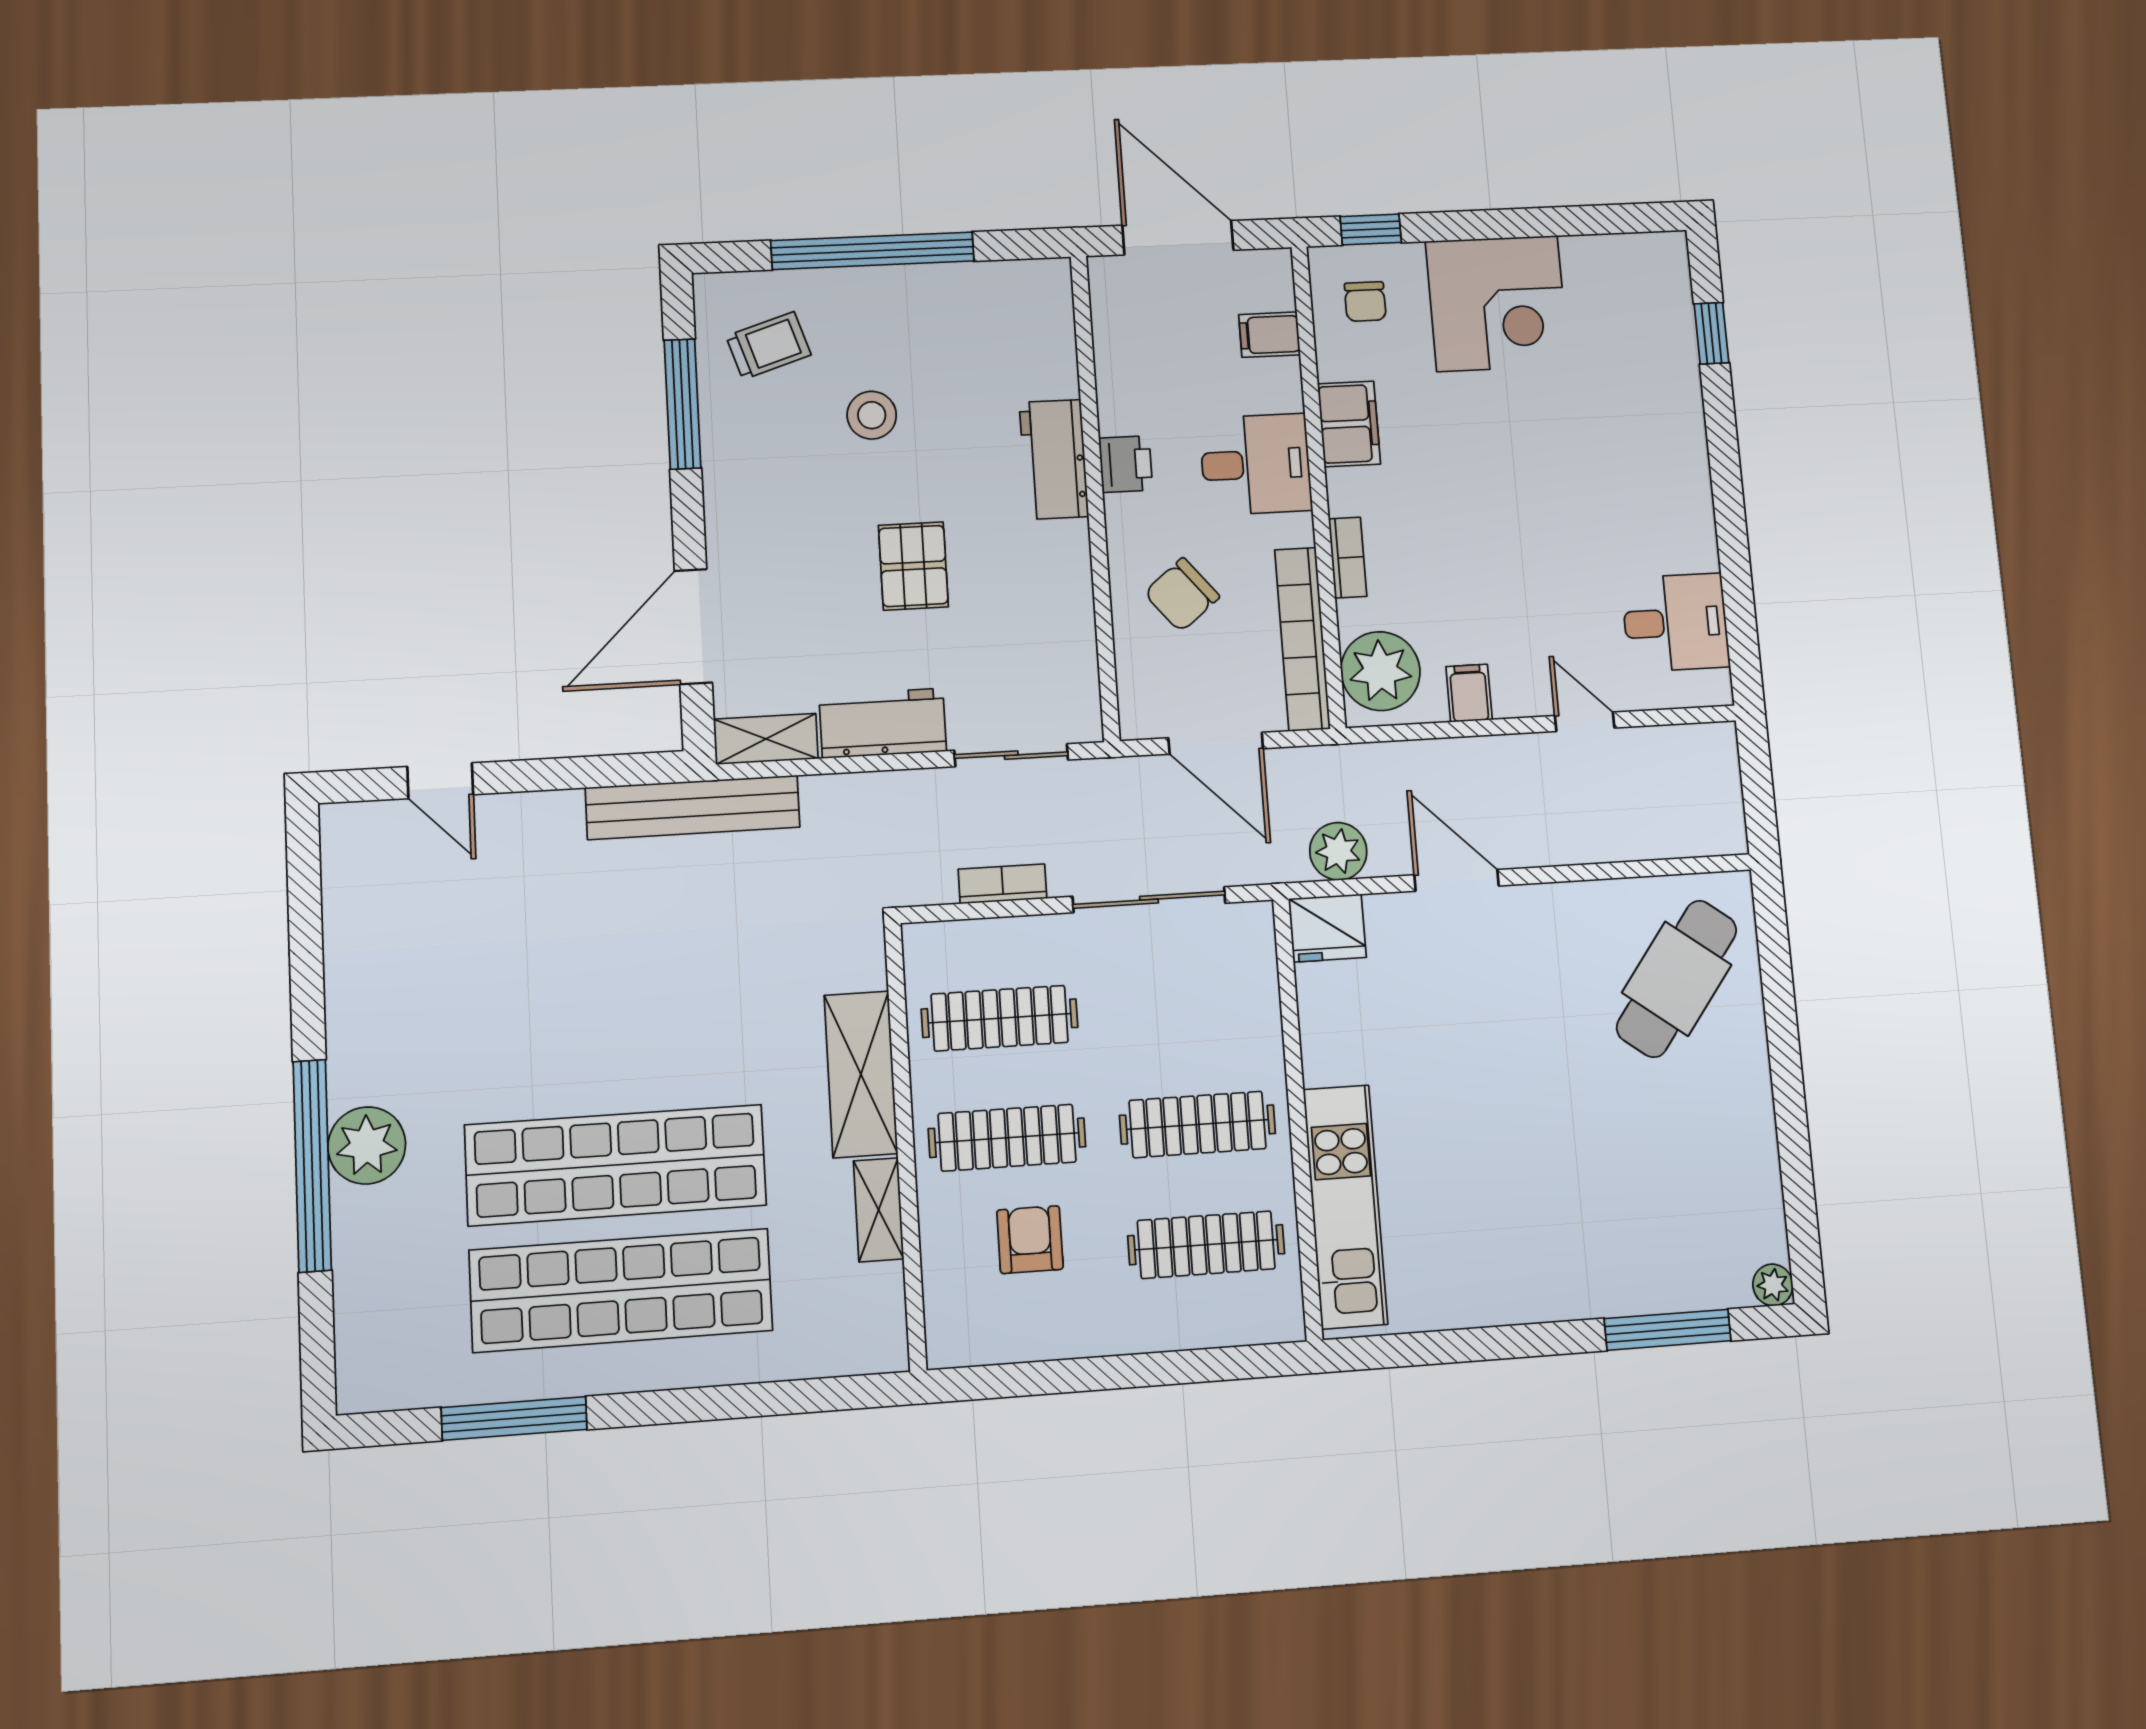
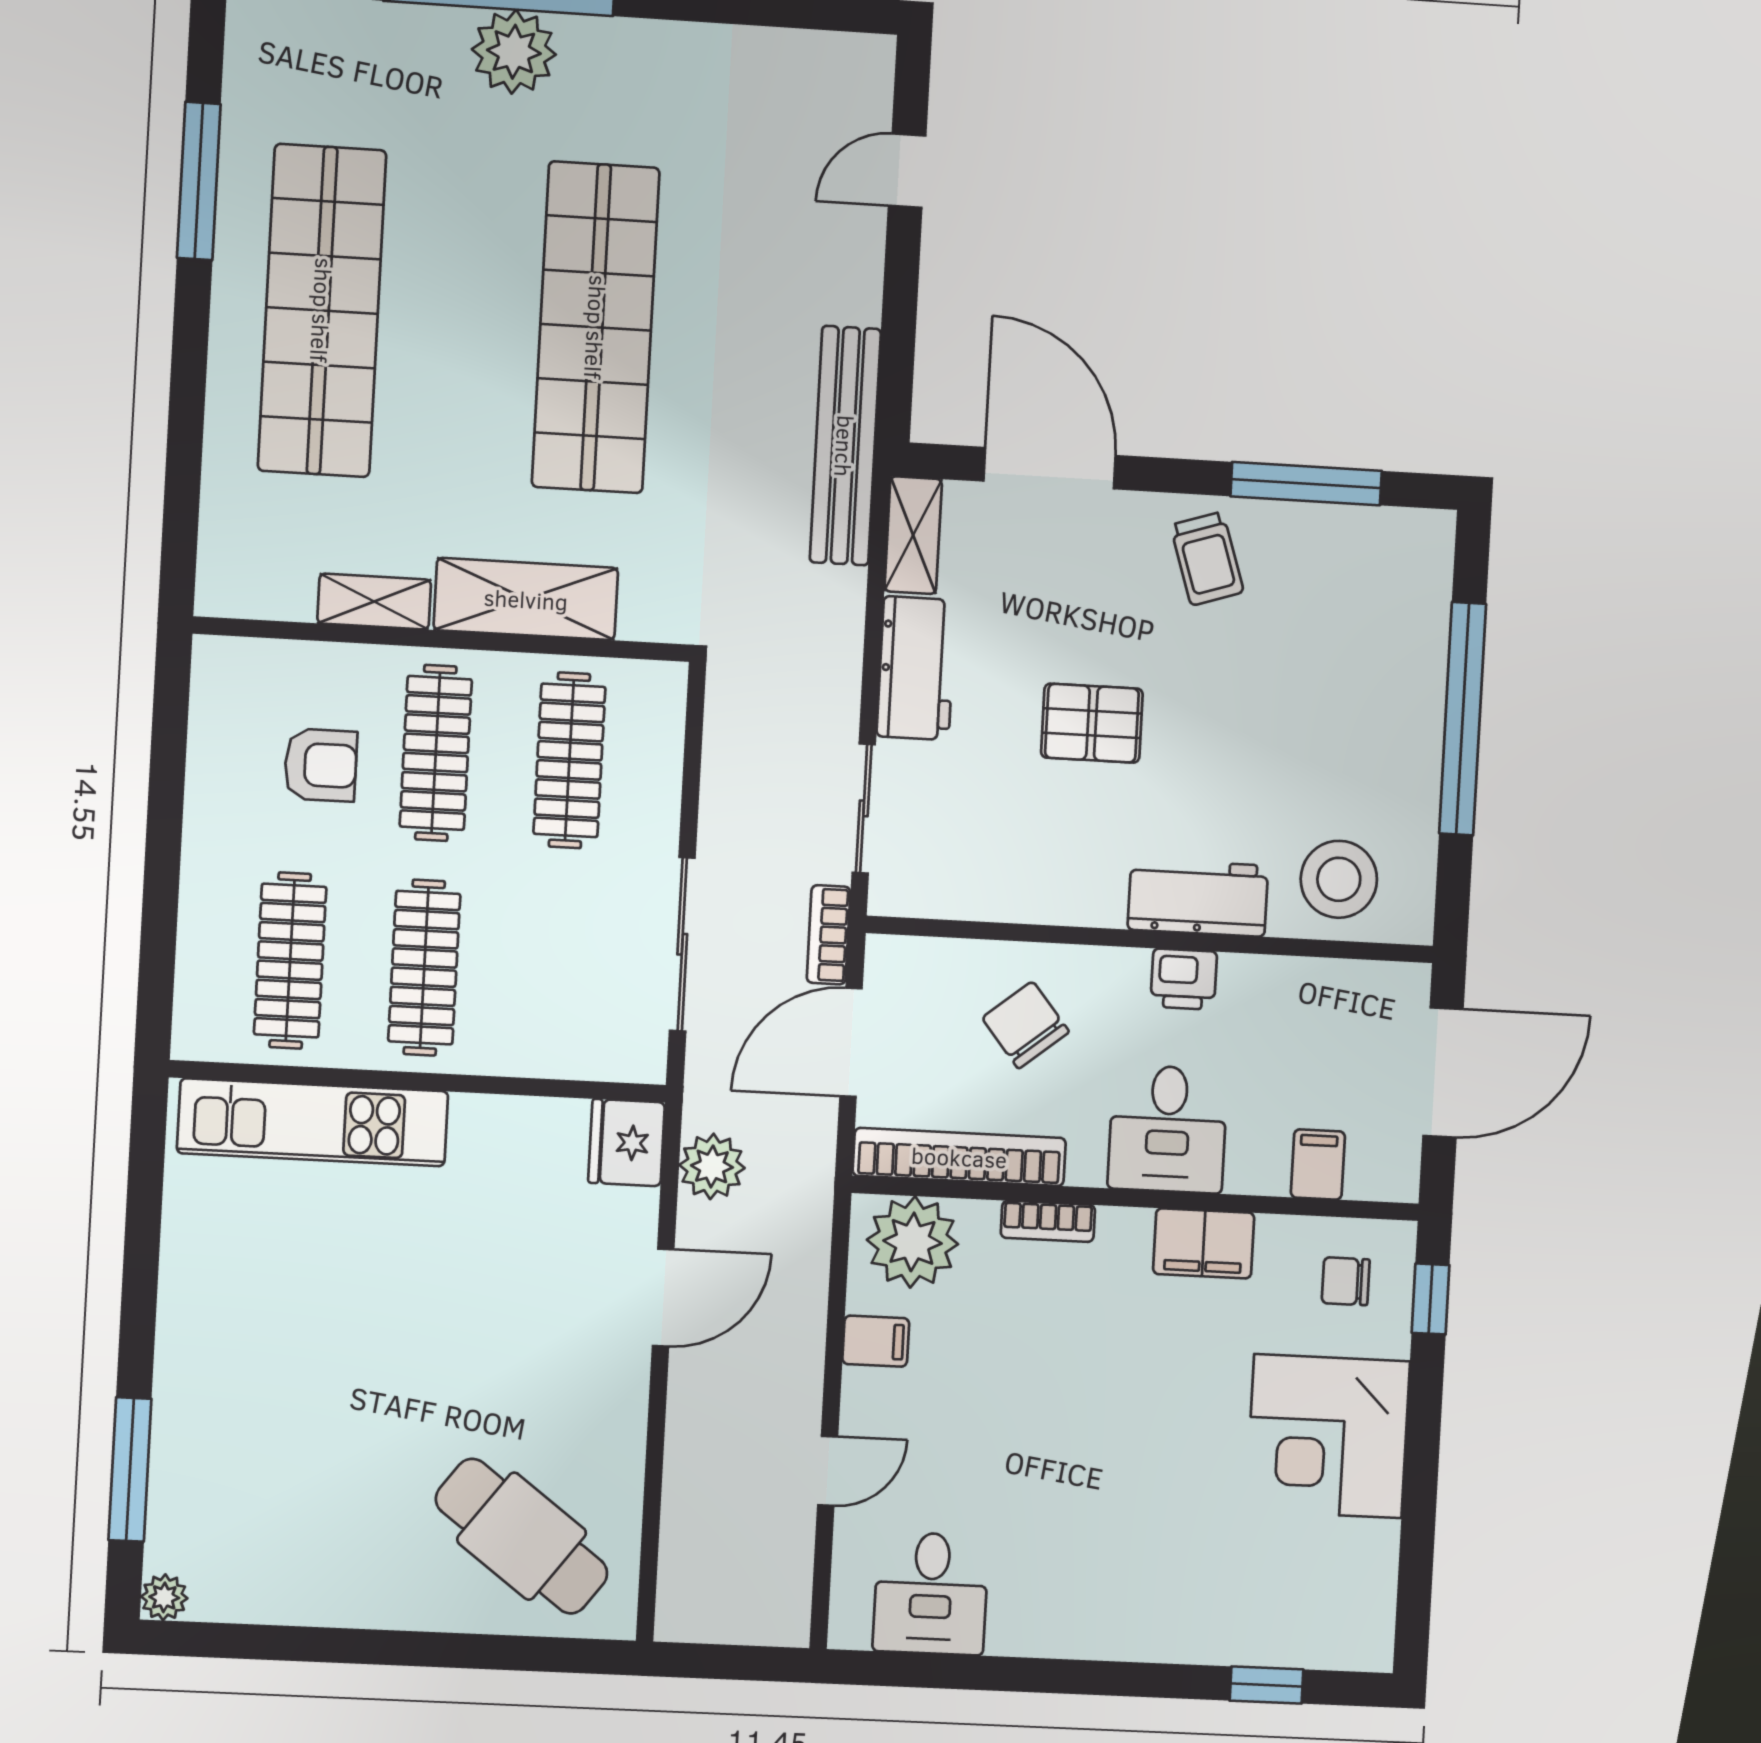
trolley: (769, 346) -> (1207, 559), moved
stool: (872, 415) -> (1339, 879), moved, width x1.38, depth x1.38
bookcase: (1002, 884) -> (829, 935), moved, turned 180
shop shelf: (616, 1165) -> (596, 327), moved

